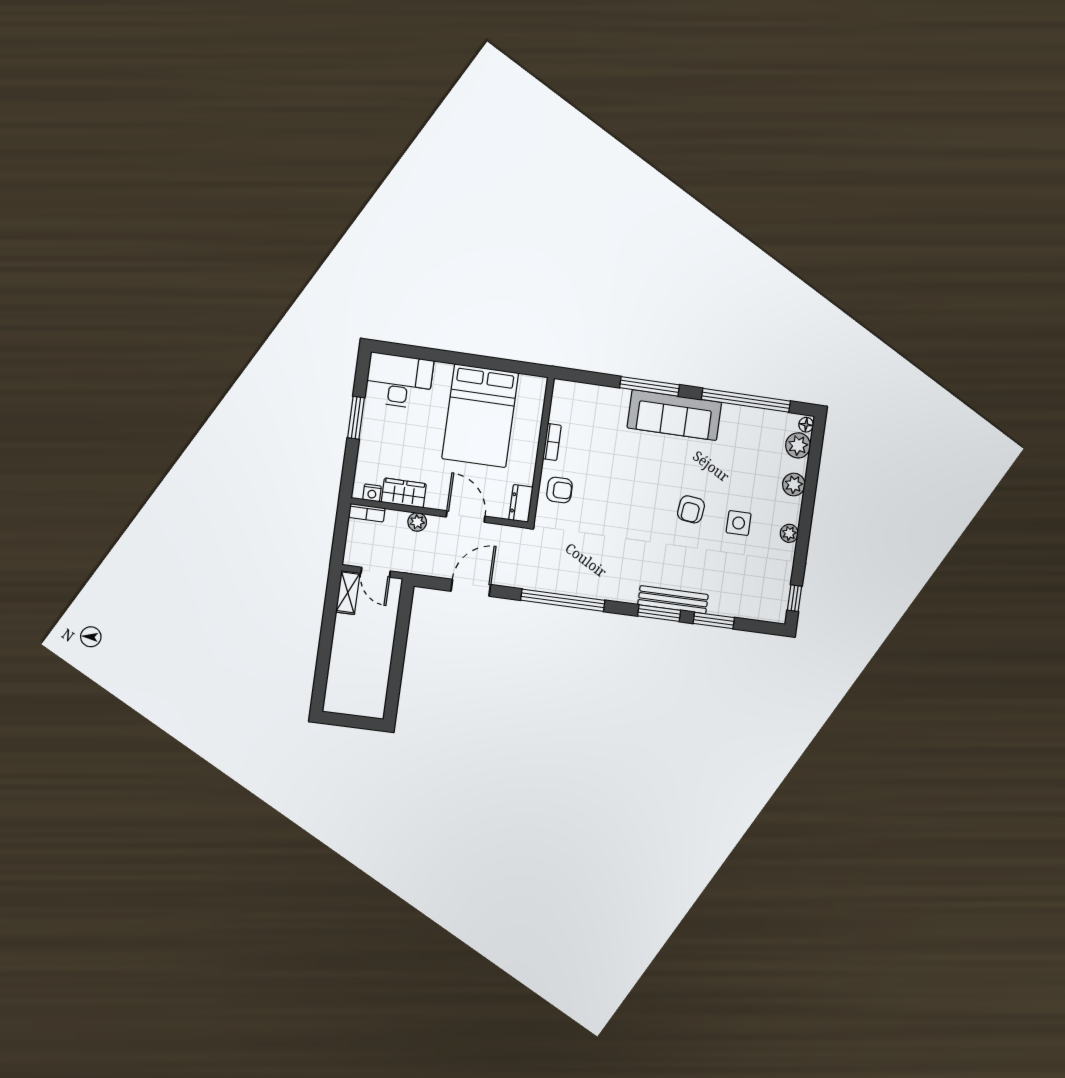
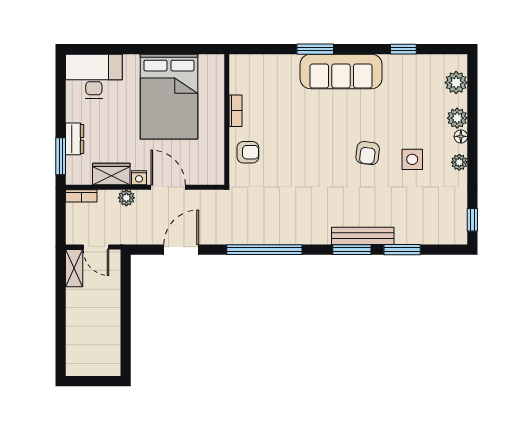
window: (650, 386) -> (315, 49), width x0.69
window: (746, 400) -> (403, 49), width x0.32
window: (356, 418) -> (61, 156), moved
floor lamp: (806, 425) -> (461, 136), moved
nightstand: (372, 493) -> (139, 178), moved
dresser: (521, 503) -> (75, 139), moved, turned 180

